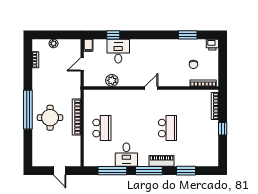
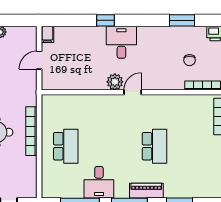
window: (113, 35) -> (105, 20), moved
desk: (118, 51) -> (121, 42), moved
plant: (112, 80) -> (115, 82), moved

